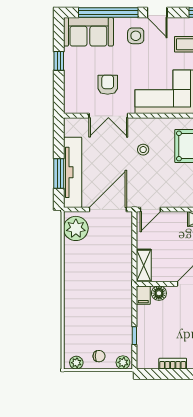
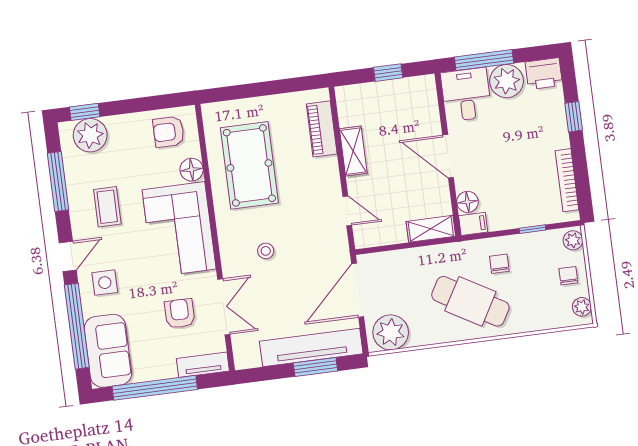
window: (59, 61) -> (155, 388), width x3.17
armchair: (108, 85) -> (180, 314), turned 90
tv unit: (70, 96) -> (203, 365), added
door: (108, 209) -> (358, 290), hinge flipped
door: (150, 209) -> (347, 211), moved
cafe table: (90, 286) -> (470, 301), added
chair: (113, 310) -> (499, 264), added
bookcase: (173, 364) -> (567, 180), width x1.56

